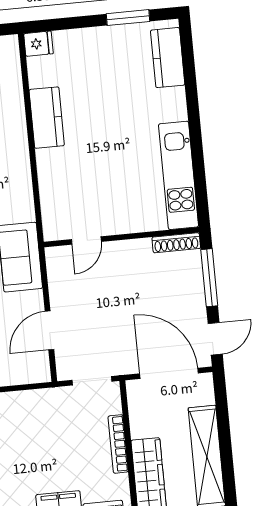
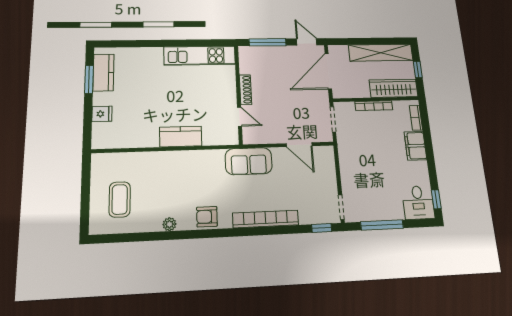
fridge: (38, 44) -> (102, 114), moved, turned 90
kitchen counter: (168, 58) -> (103, 72), moved, turned -90
kitchen counter: (47, 118) -> (181, 137), moved
shoe rack: (176, 243) -> (245, 90), moved

